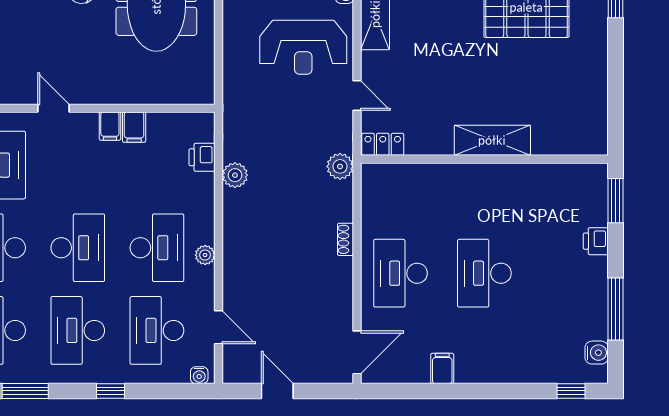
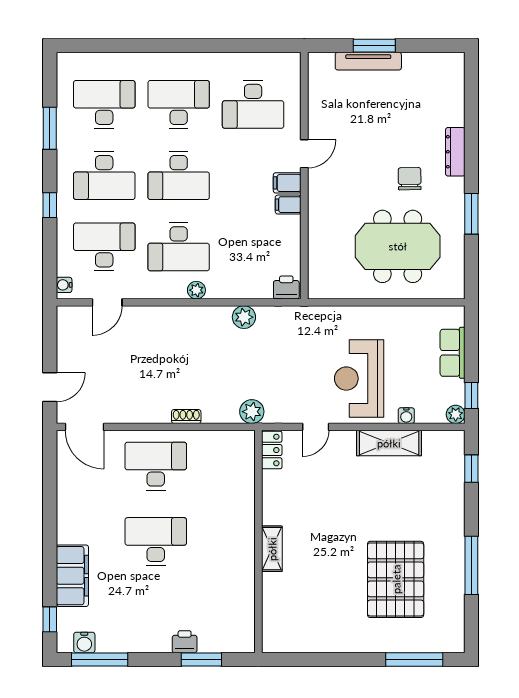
filing cabinet: (134, 127) -> (287, 183), moved
shelving: (492, 140) -> (272, 549), width x0.67, depth x0.75
printer: (202, 157) -> (286, 287), moved
window: (616, 201) -> (201, 659), moved
plant: (205, 255) -> (196, 290), moved
window: (616, 309) -> (100, 659), moved
desk: (78, 330) -> (104, 176), turned 180
filing cabinet: (442, 368) -> (72, 576), moved, width x3.00, depth x1.17
door: (277, 391) -> (50, 387), moved

